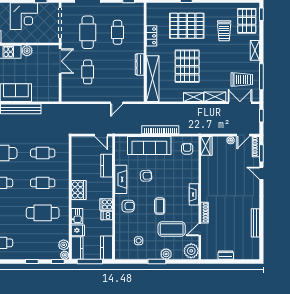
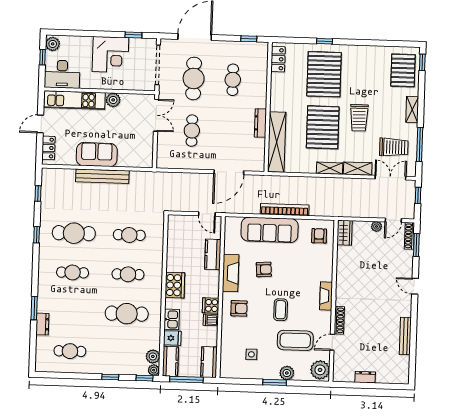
pallet: (187, 26) -> (324, 74), turned 90
trolley: (224, 31) -> (359, 118), moved
locker: (151, 36) -> (278, 59), moved
door: (117, 103) -> (229, 172), width x1.88
door: (261, 173) -> (415, 286), moved

